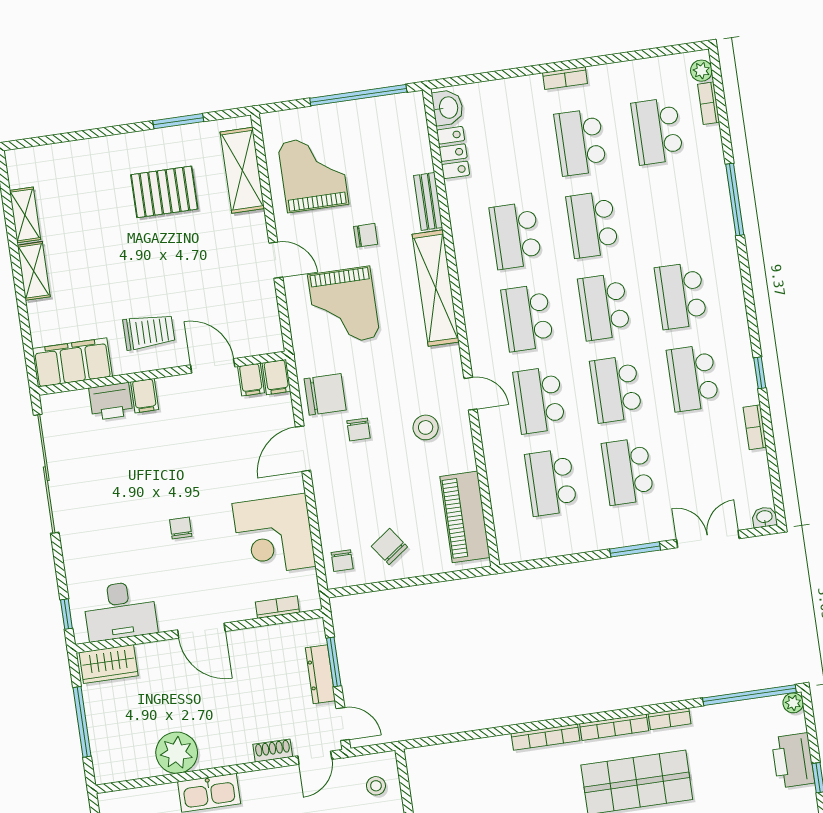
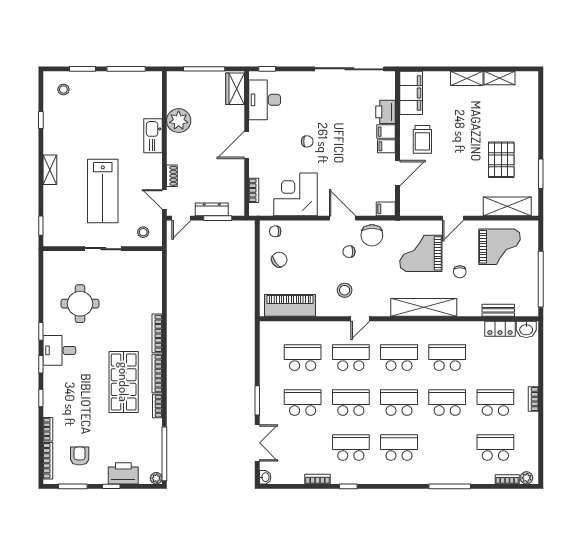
bench: (428, 201) -> (498, 310), moved
filing cabinet: (251, 380) -> (386, 146), moved

